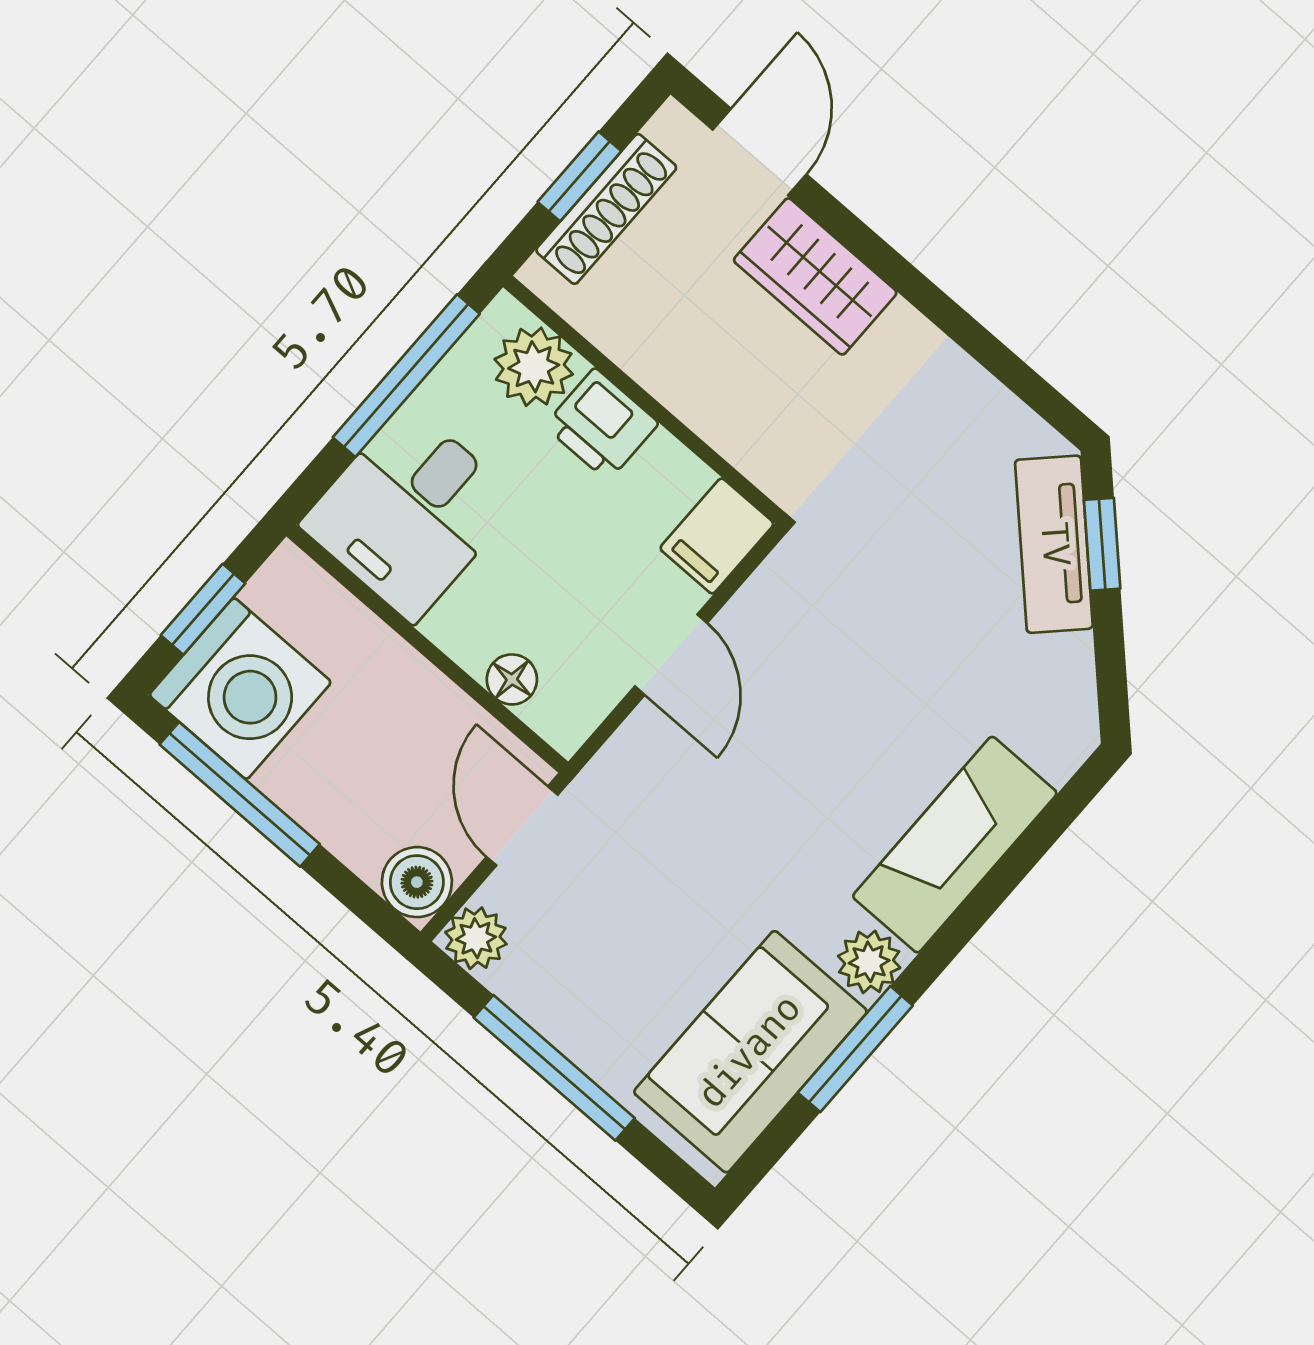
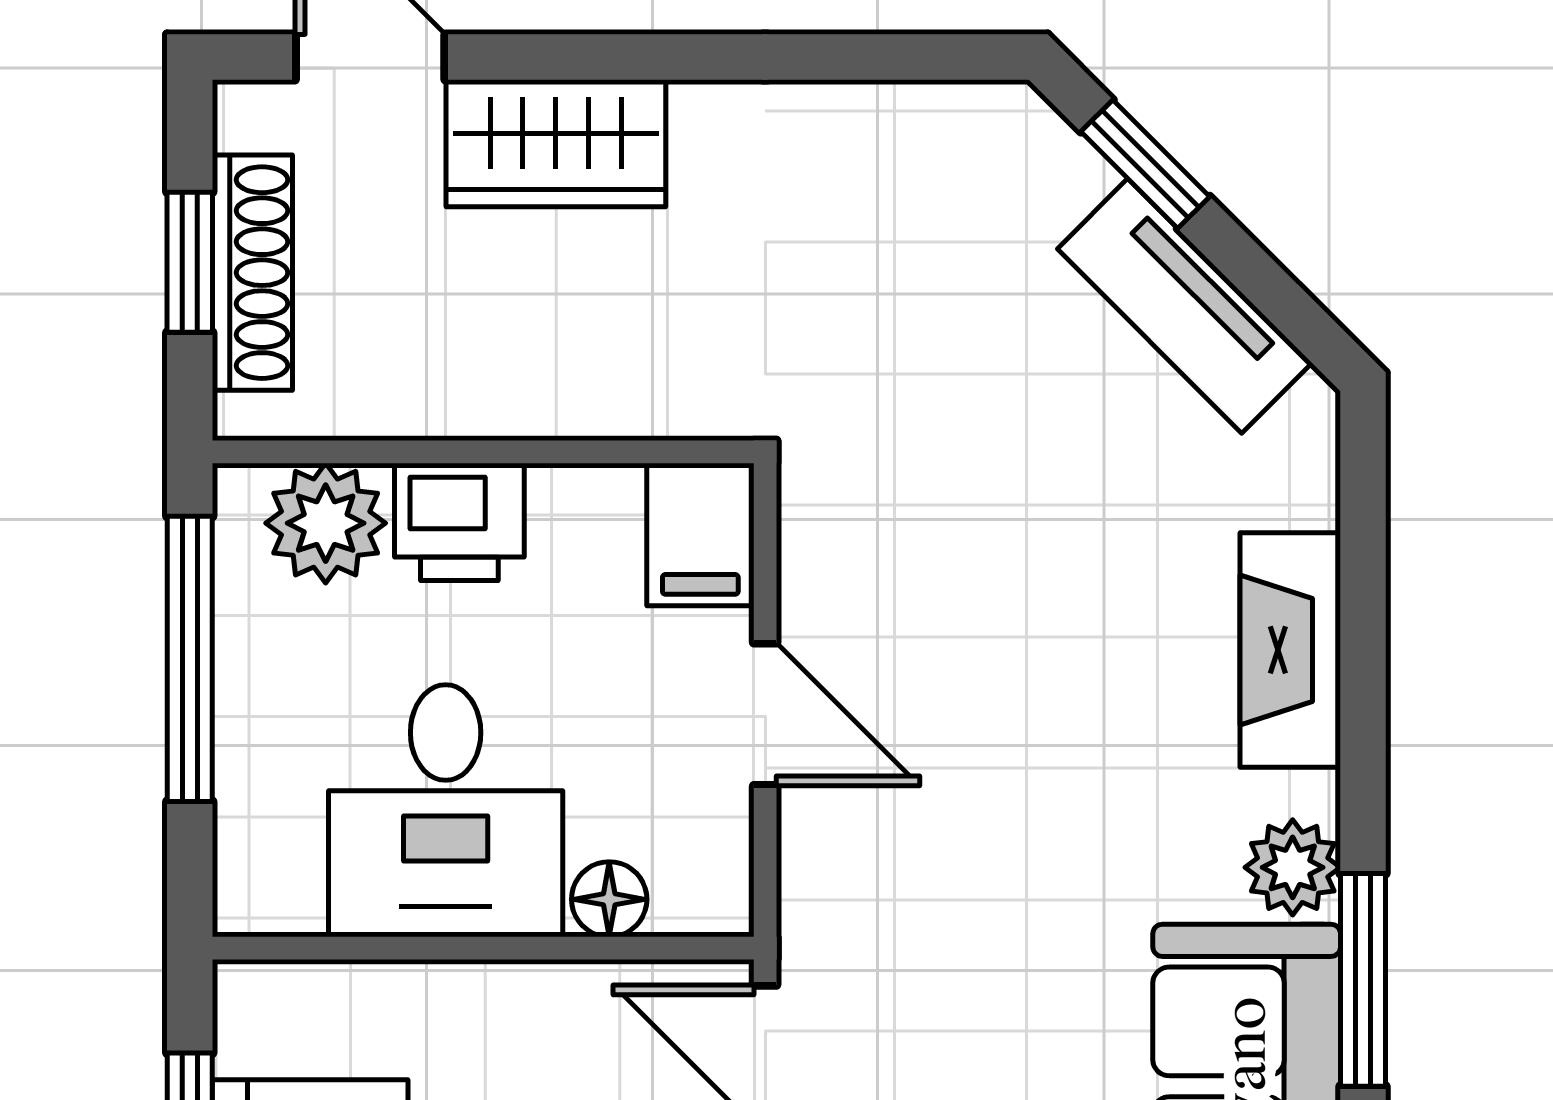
desk: (410, 513) -> (446, 811), moved
tv unit: (1054, 544) -> (1185, 306), moved
fireplace: (955, 845) -> (1290, 650), width x0.73, depth x0.76

